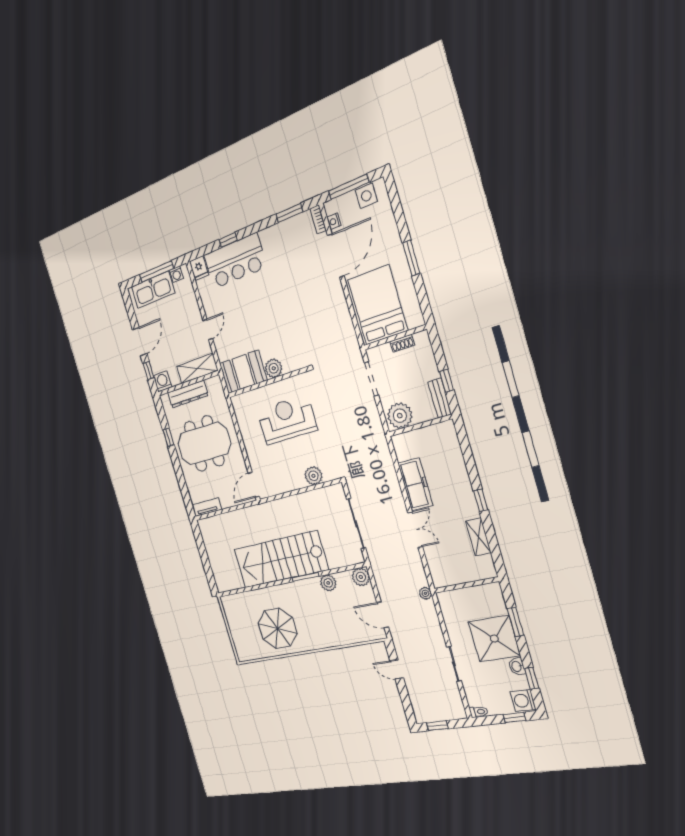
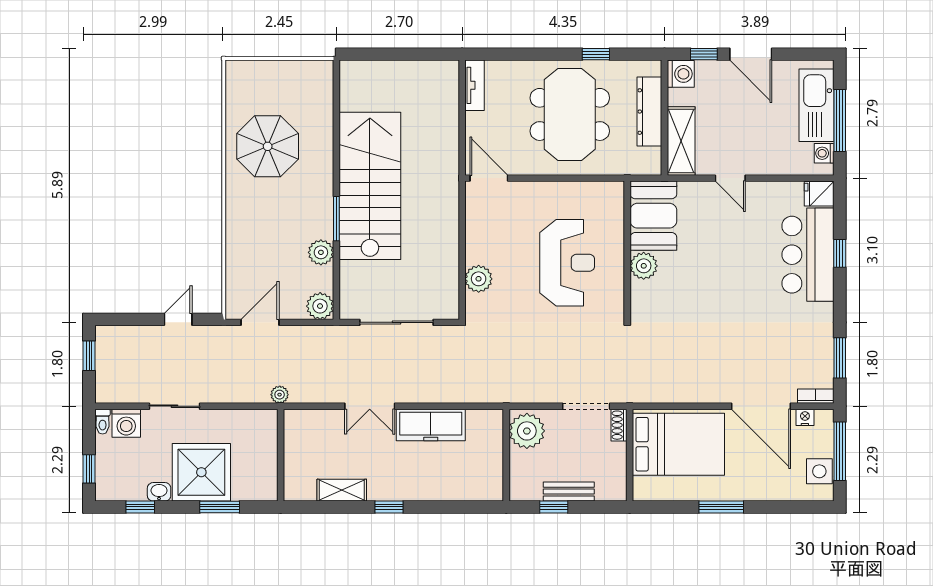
shoe rack: (402, 343) -> (619, 425), moved
bench: (440, 398) -> (569, 492), moved
washing machine: (523, 700) -> (126, 423), moved, turned 180

